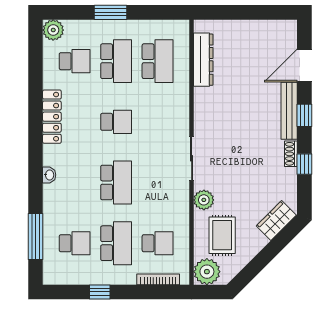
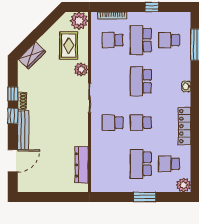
school desk: (158, 61) -> (113, 123), moved, width x0.54
window: (304, 115) -> (13, 116), moved

